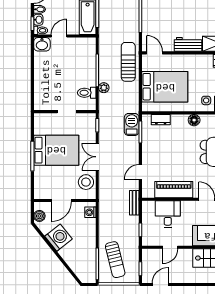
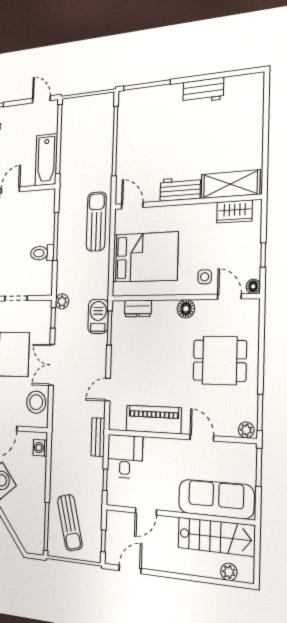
plant: (104, 88) -> (62, 301), moved
toilet: (87, 93) -> (42, 253), moved
desk: (168, 214) -> (125, 456), moved

